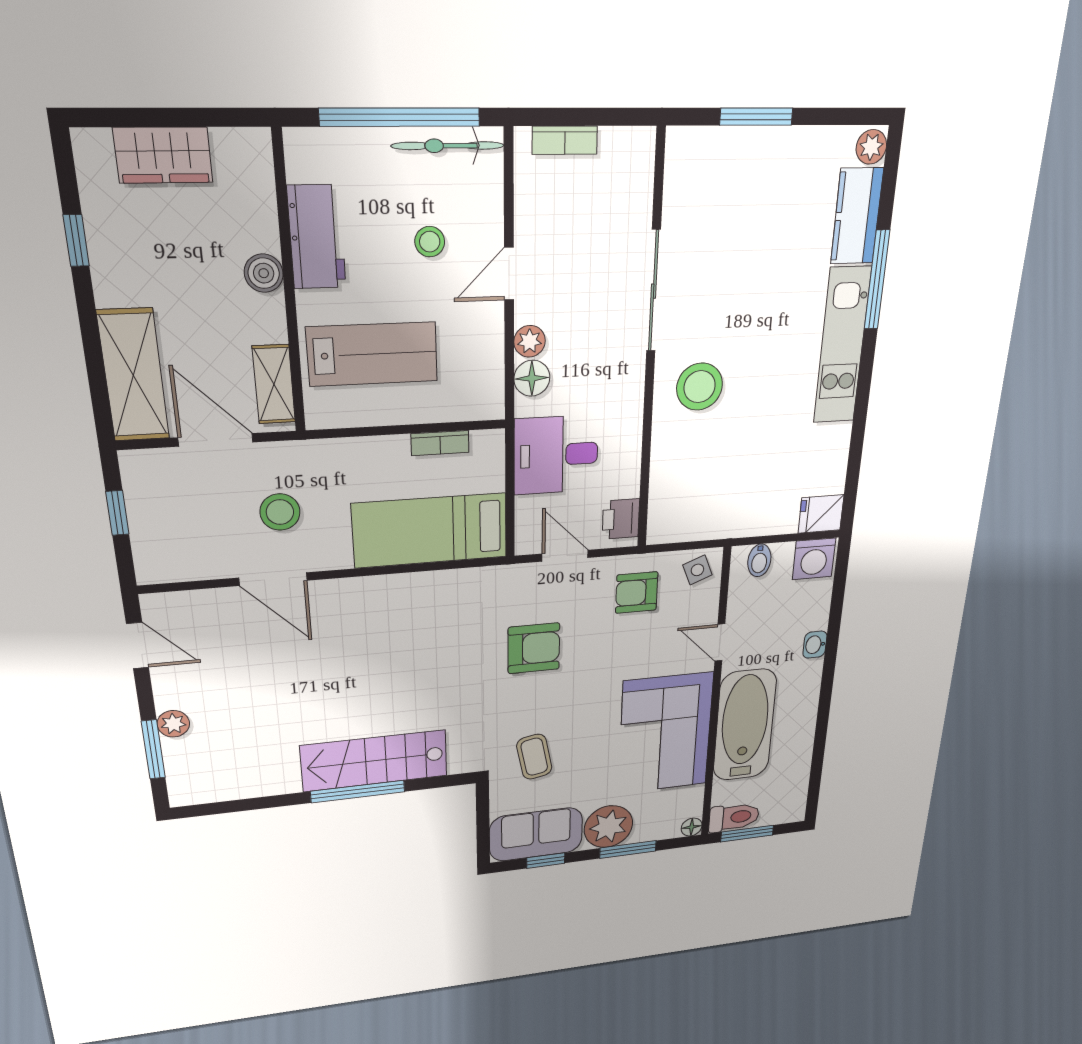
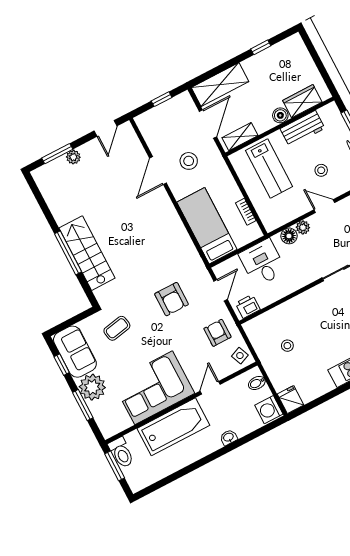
wardrobe: (163, 155) -> (302, 101), moved, turned 90
stool: (700, 387) -> (287, 346), moved, width x0.53, depth x0.53
floor lamp: (692, 827) -> (108, 432), removed

